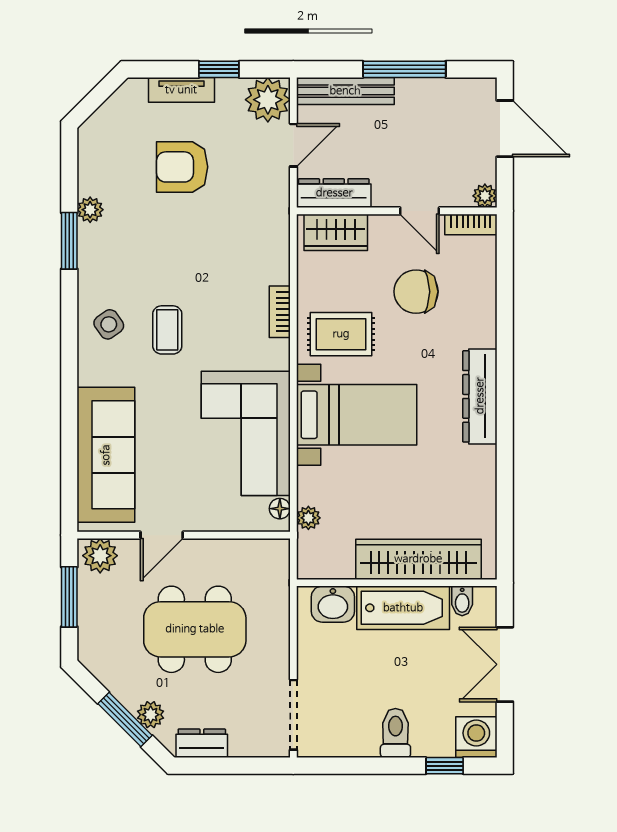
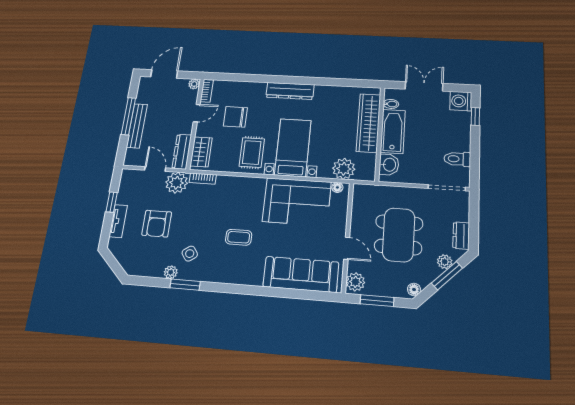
bench: (345, 91) -> (137, 126), moved
plant: (268, 100) -> (177, 183), moved
chair: (416, 292) -> (235, 117), turned 90
bookcase: (280, 312) -> (203, 179), moved
side table: (109, 324) -> (190, 254), moved
plant: (308, 518) -> (344, 169), width x1.87, depth x1.87
floor lamp: (95, 662) -> (414, 289), added
double door: (505, 664) -> (424, 86), swing flipped
toilet: (395, 733) -> (457, 159), moved

